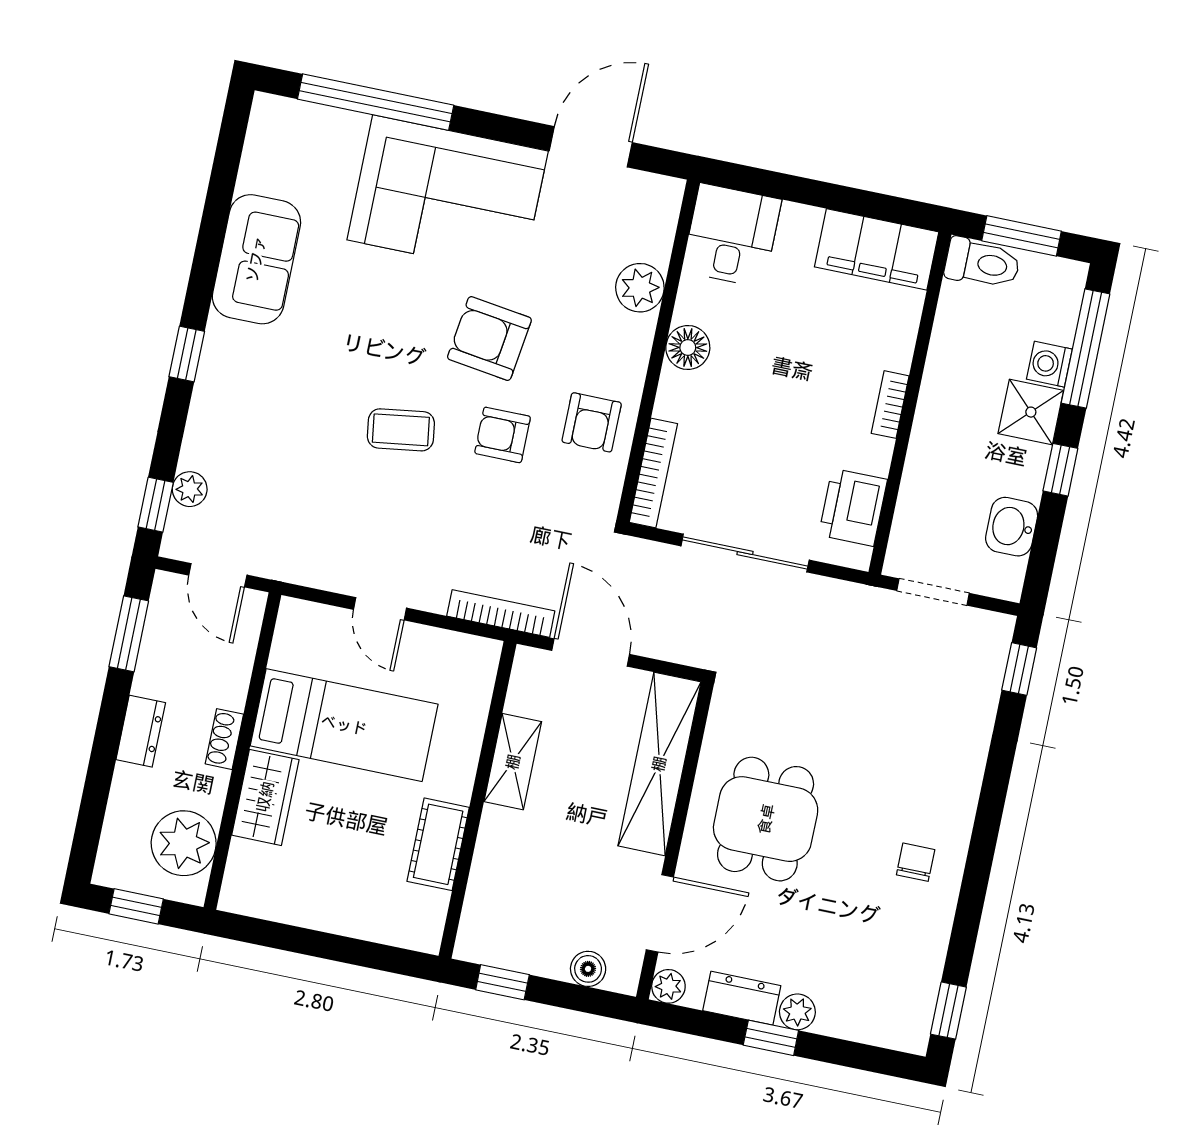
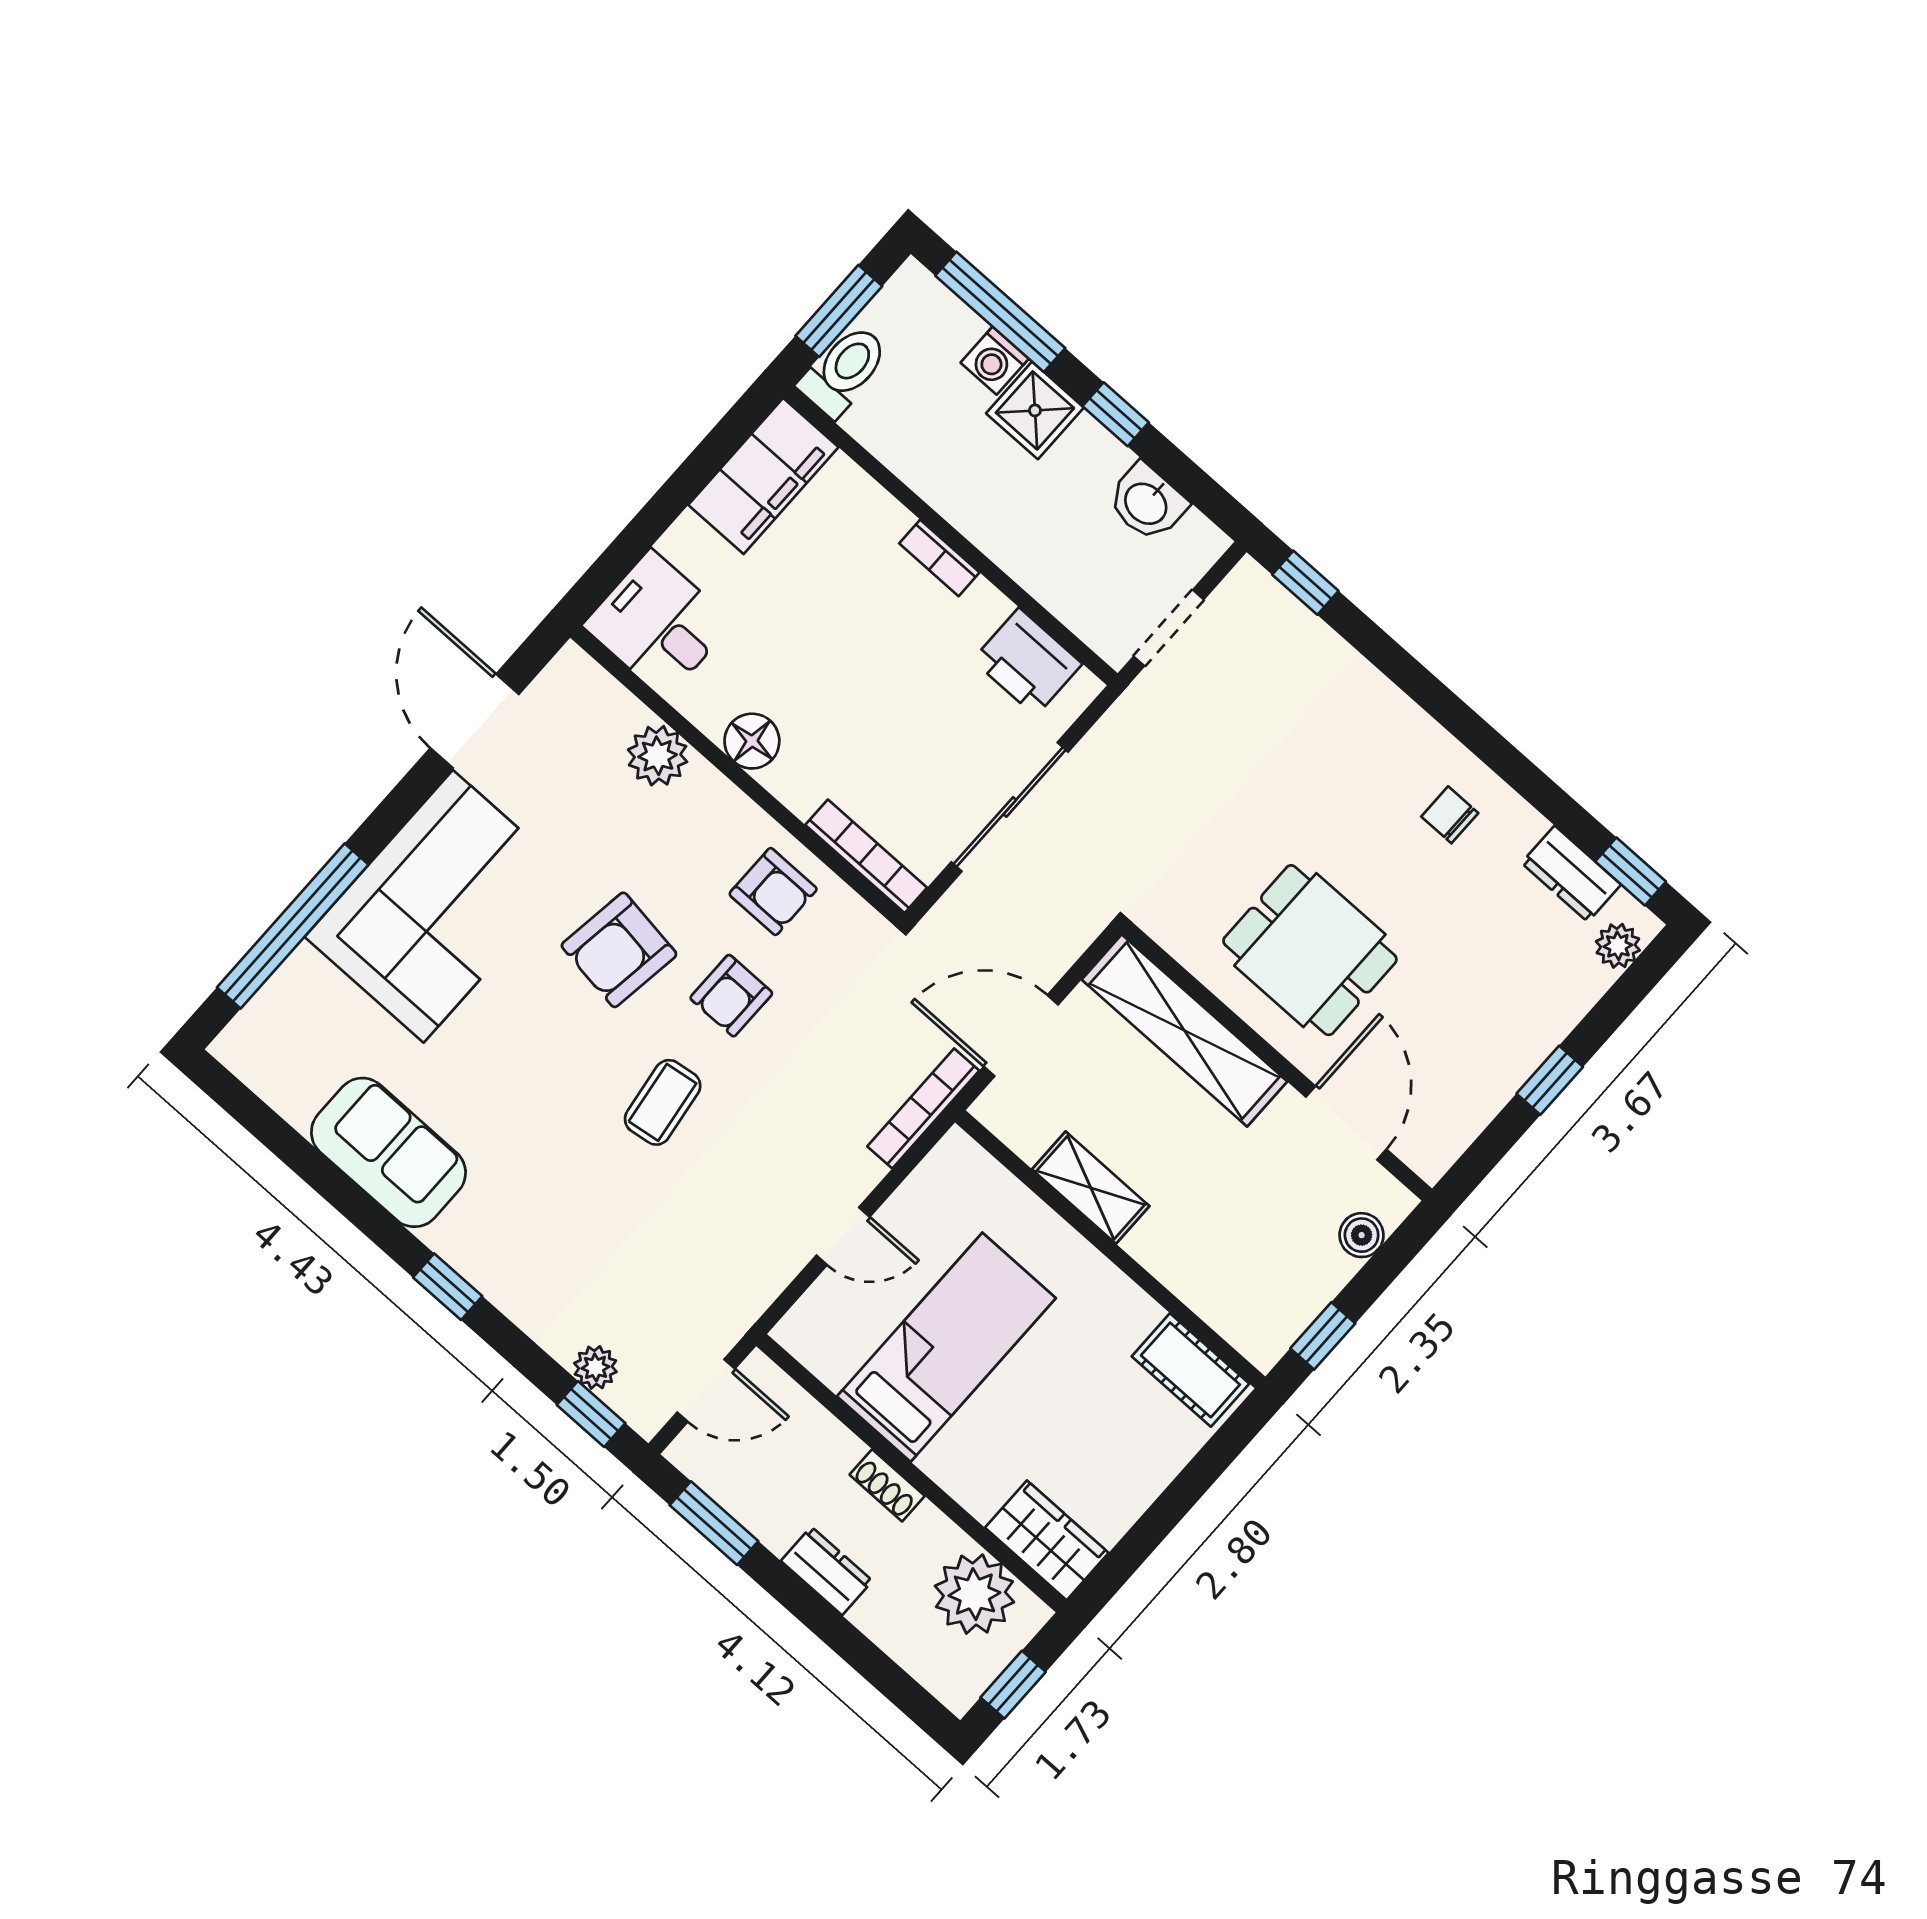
wardrobe: (265, 797) -> (1047, 1540), moved
cot: (438, 844) -> (1190, 1370), moved
plant: (668, 986) -> (1430, 1159), removed
dresser: (742, 998) -> (1571, 874), moved, turned -90
plant: (797, 1012) -> (1618, 946), moved

